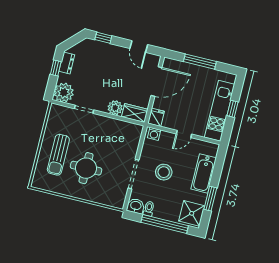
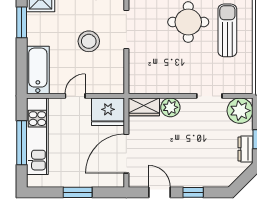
window: (103, 38) -> (193, 192), moved
window: (200, 62) -> (78, 192), width x0.69
window: (233, 109) -> (22, 143), width x2.17
fridge: (156, 117) -> (108, 112), width x1.88, depth x1.34
washing machine: (154, 134) -> (113, 87), removed
bathtub: (204, 173) -> (38, 70), moved

